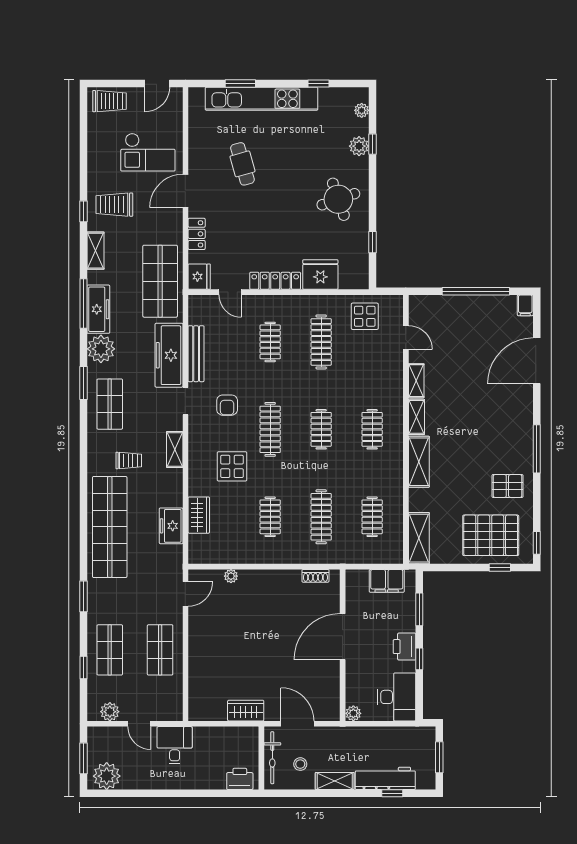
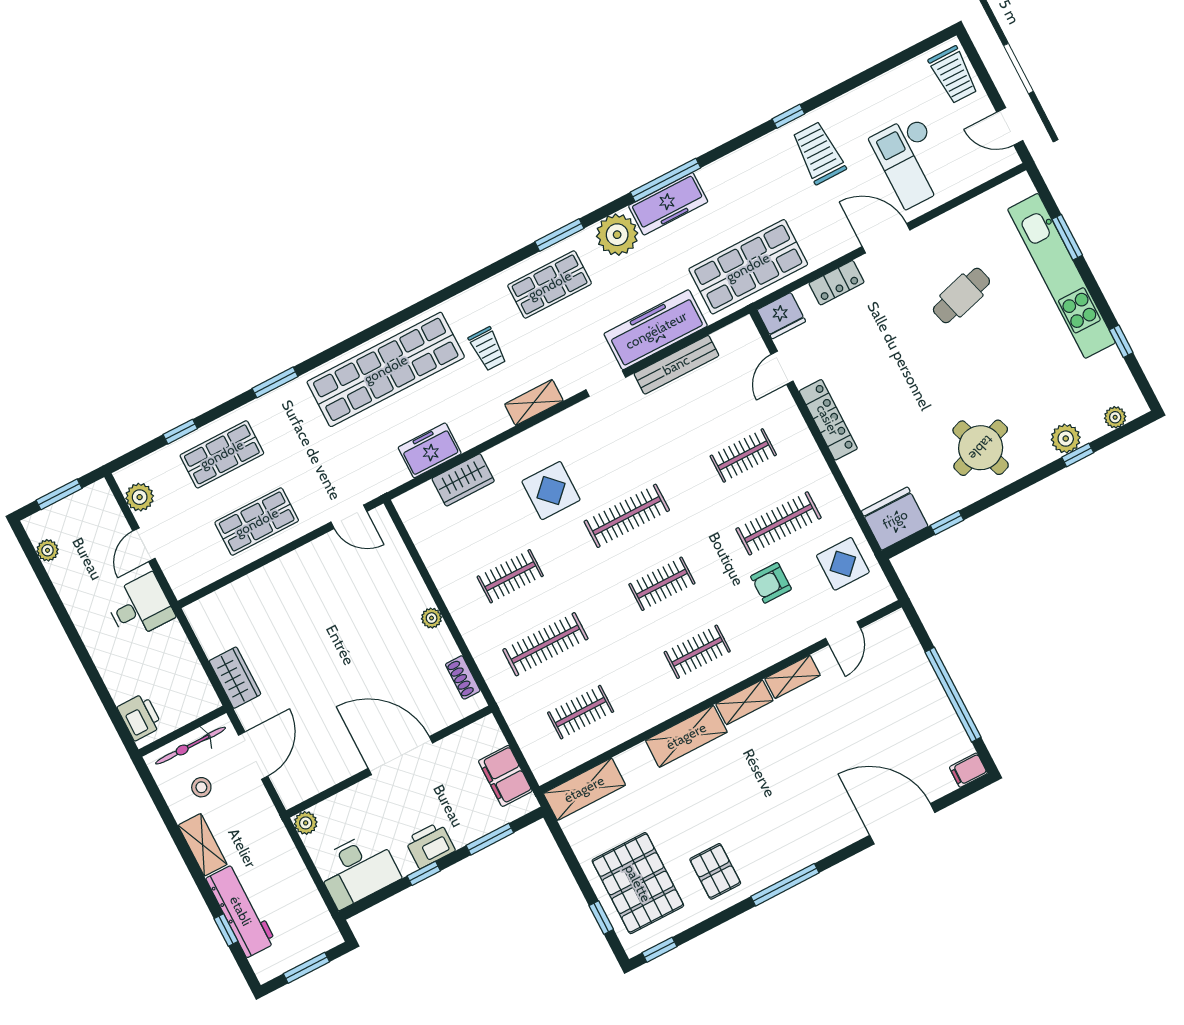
shelving: (96, 251) -> (744, 160), removed
fridge: (320, 274) -> (895, 519), moved, turned -90
armchair: (227, 405) -> (771, 583), moved
plant: (231, 576) -> (432, 618), moved
plant: (107, 776) -> (48, 550), width x0.53, depth x0.53

